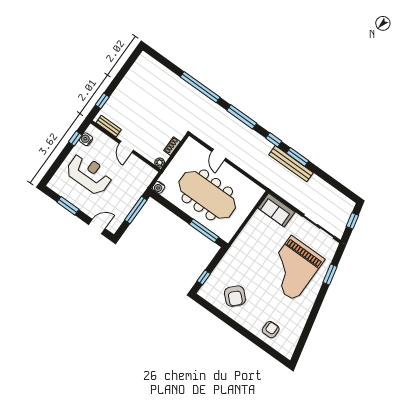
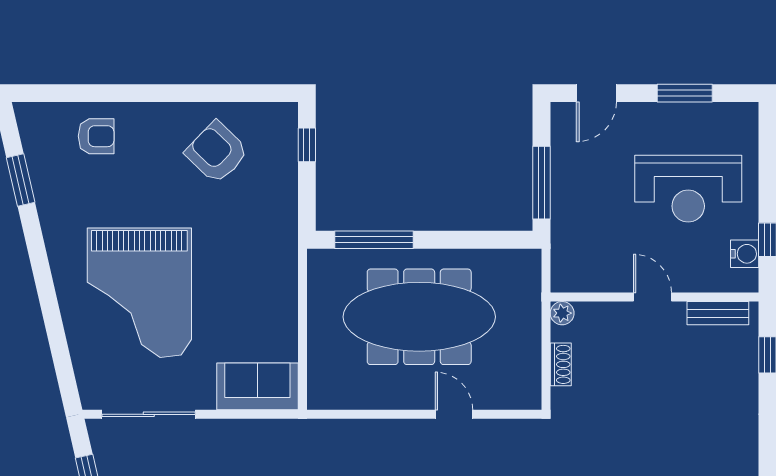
water cooler: (159, 187) -> (528, 262), removed
grand piano: (293, 268) -> (139, 293), turned 180
window: (330, 274) -> (21, 180), moved
armchair: (271, 330) -> (96, 136), turned -90

